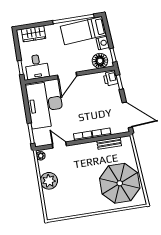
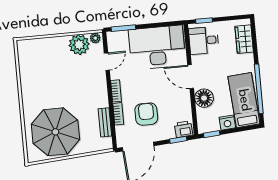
floor lamp: (100, 61) -> (204, 98), moved
armchair: (100, 110) -> (146, 114), added
plant: (49, 181) -> (79, 45), moved

